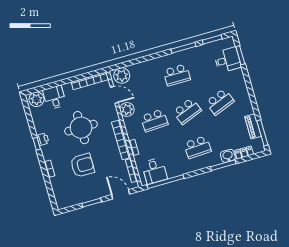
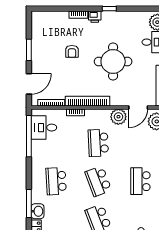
printer: (43, 139) -> (95, 17), moved
armchair: (82, 165) -> (72, 51), width x0.53, depth x0.53

